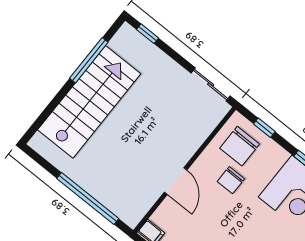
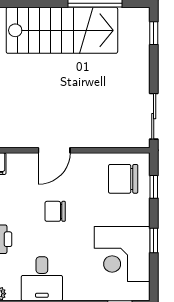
chair: (231, 180) -> (55, 211), moved

